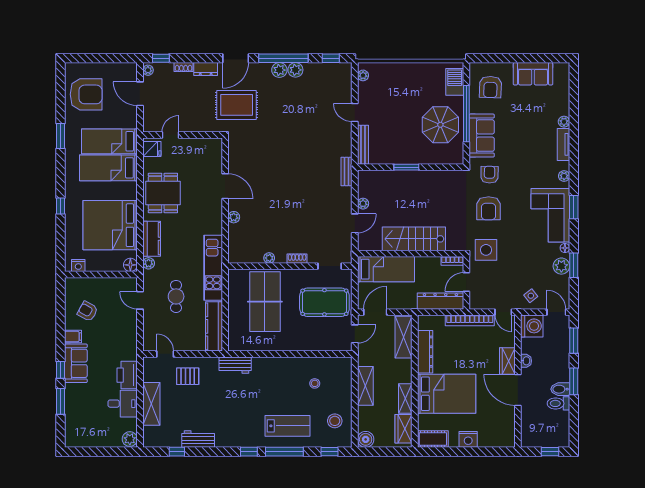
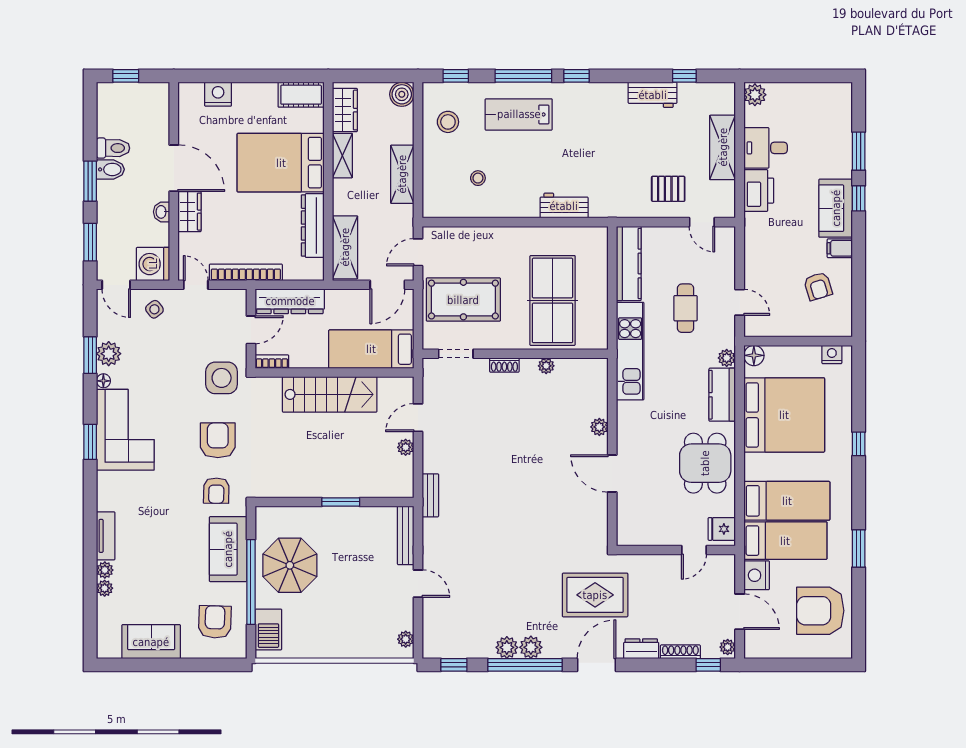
shoe rack: (184, 67) -> (680, 652), width x1.43
nightstand: (129, 118) -> (757, 575), added
plant: (564, 176) -> (105, 588), moved
armchair: (88, 311) -> (818, 286), turned 44
workbench: (235, 365) -> (564, 206), moved
nightstand: (468, 439) -> (218, 94), moved

